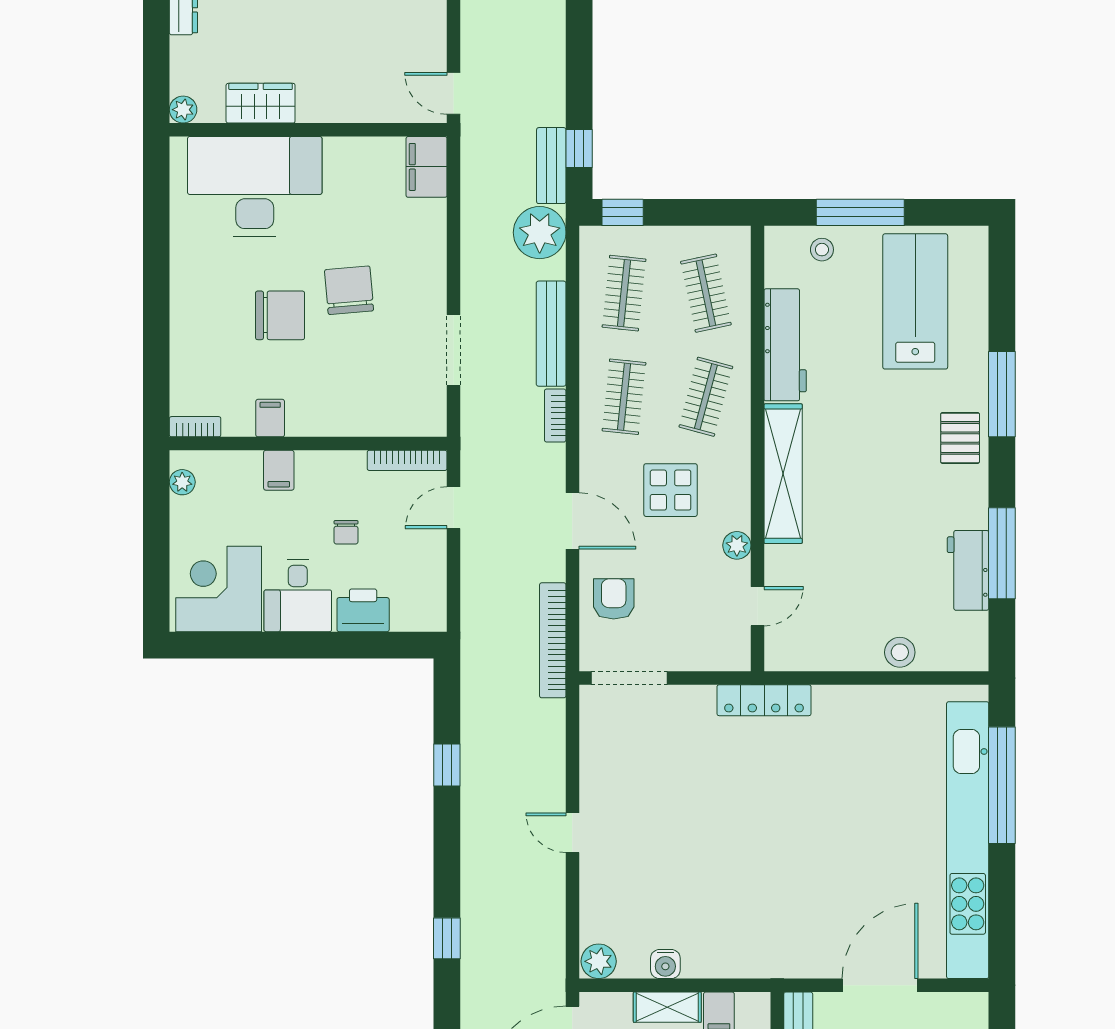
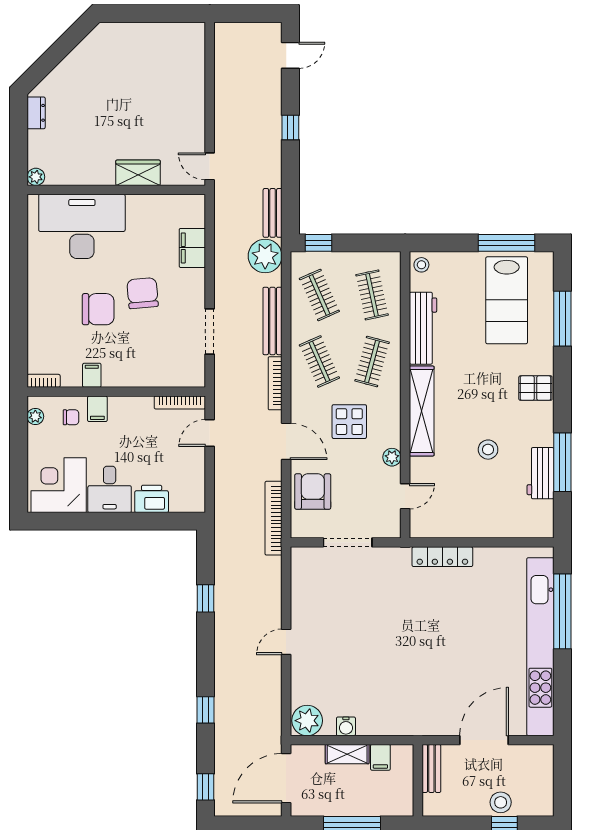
wardrobe: (261, 103) -> (138, 173), moved
window: (579, 149) -> (290, 128), moved
filing cabinet: (427, 167) -> (192, 248), moved
window: (860, 212) -> (506, 243), moved
stool: (822, 250) -> (421, 265), moved
clothes rail: (624, 293) -> (319, 295), turned -30
lab bench: (915, 301) -> (507, 300), turned 180
window: (1002, 394) -> (562, 319), moved
clothes rail: (624, 397) -> (319, 362), turned -30
bookcase: (555, 416) -> (275, 383), width x1.56
pallet: (960, 438) -> (535, 388), turned 90
chair: (346, 532) -> (71, 417), moved, turned -90
armchair: (614, 599) -> (313, 492), width x1.38, depth x1.38
stool: (900, 652) -> (488, 450), moved
doorway: (629, 678) -> (348, 542), moved
locker: (764, 700) -> (442, 557), moved
door: (572, 833) -> (286, 642), hinge flipped
plant: (599, 961) -> (307, 721), width x1.36, depth x1.36

